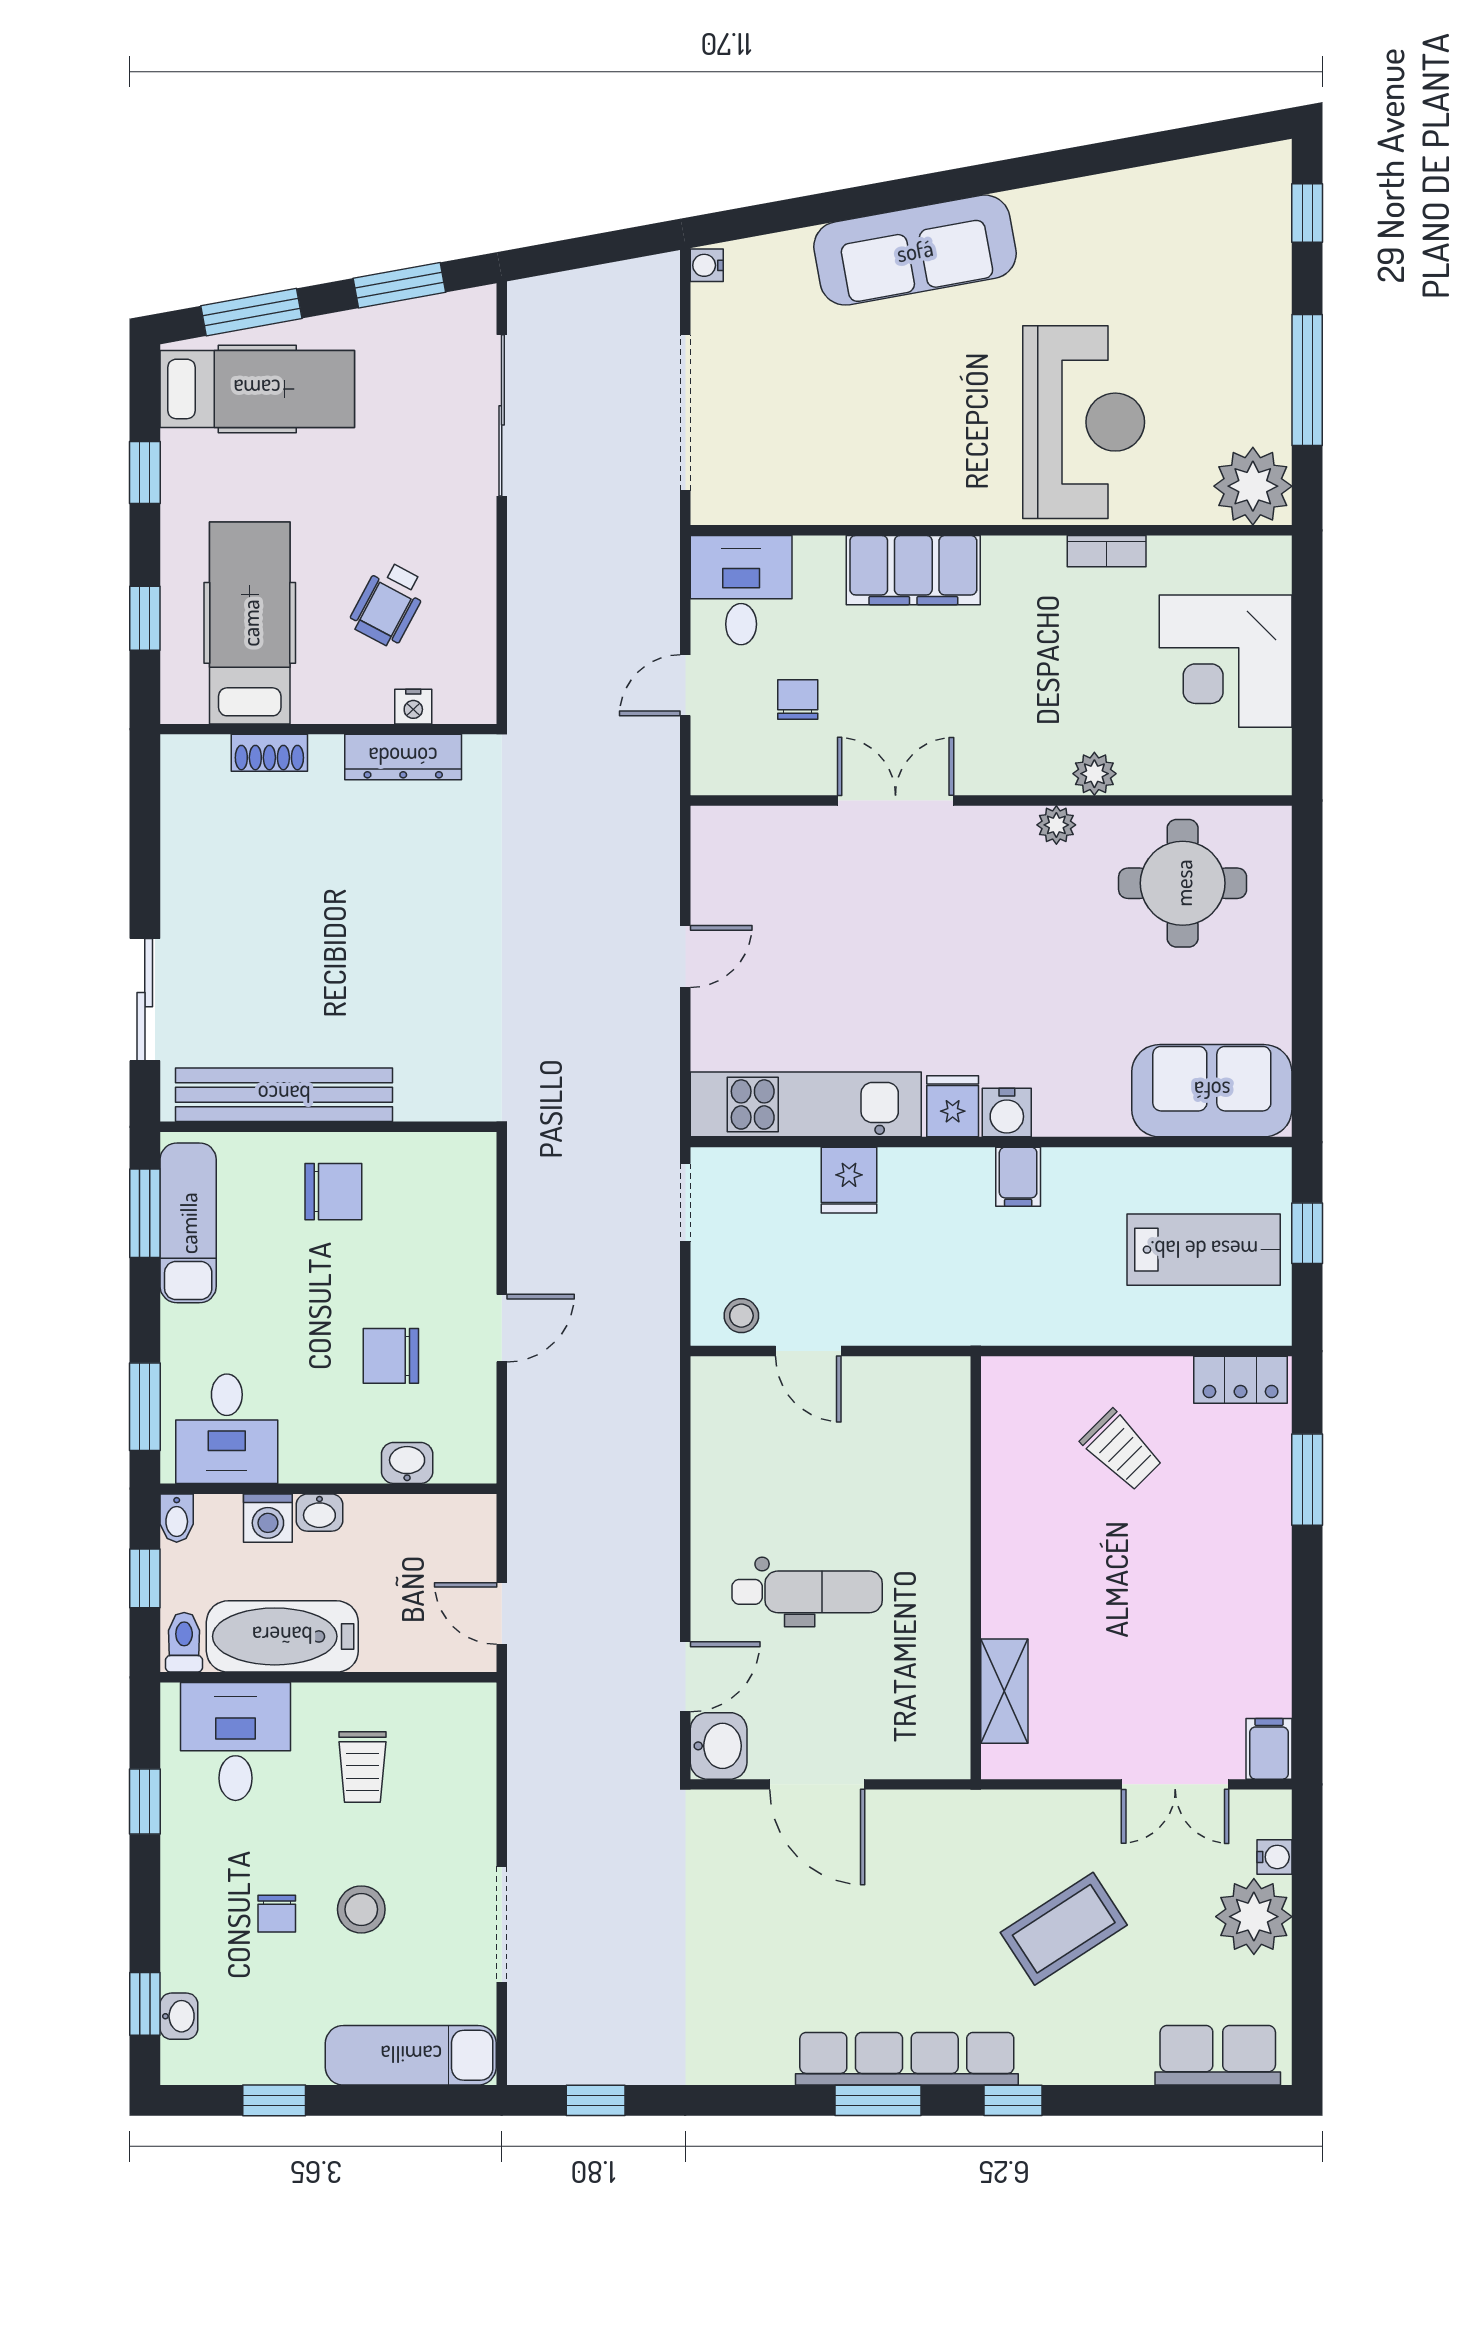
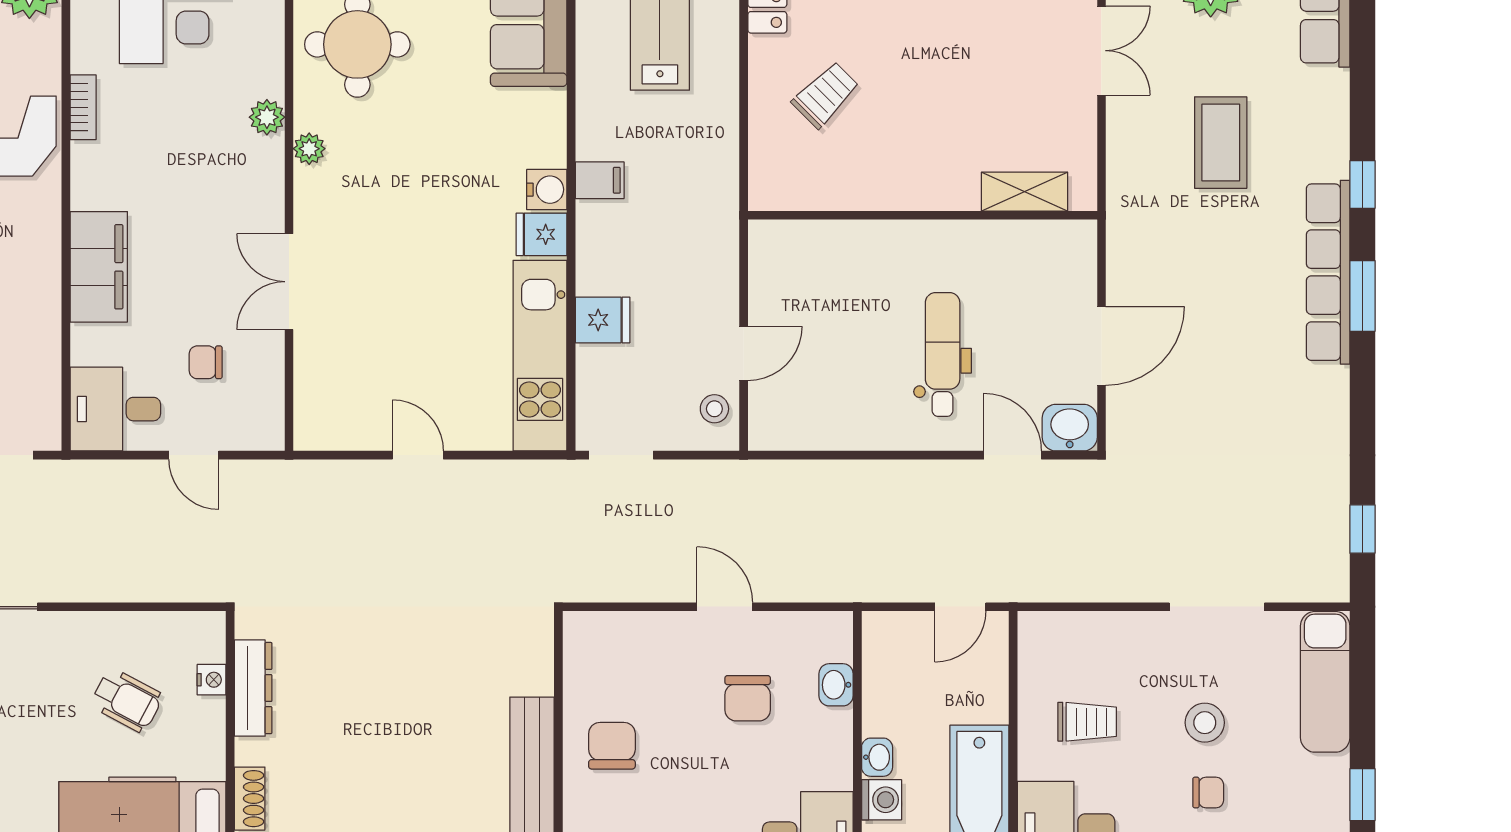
coffee table: (1064, 1929) -> (1221, 143), turned 33

